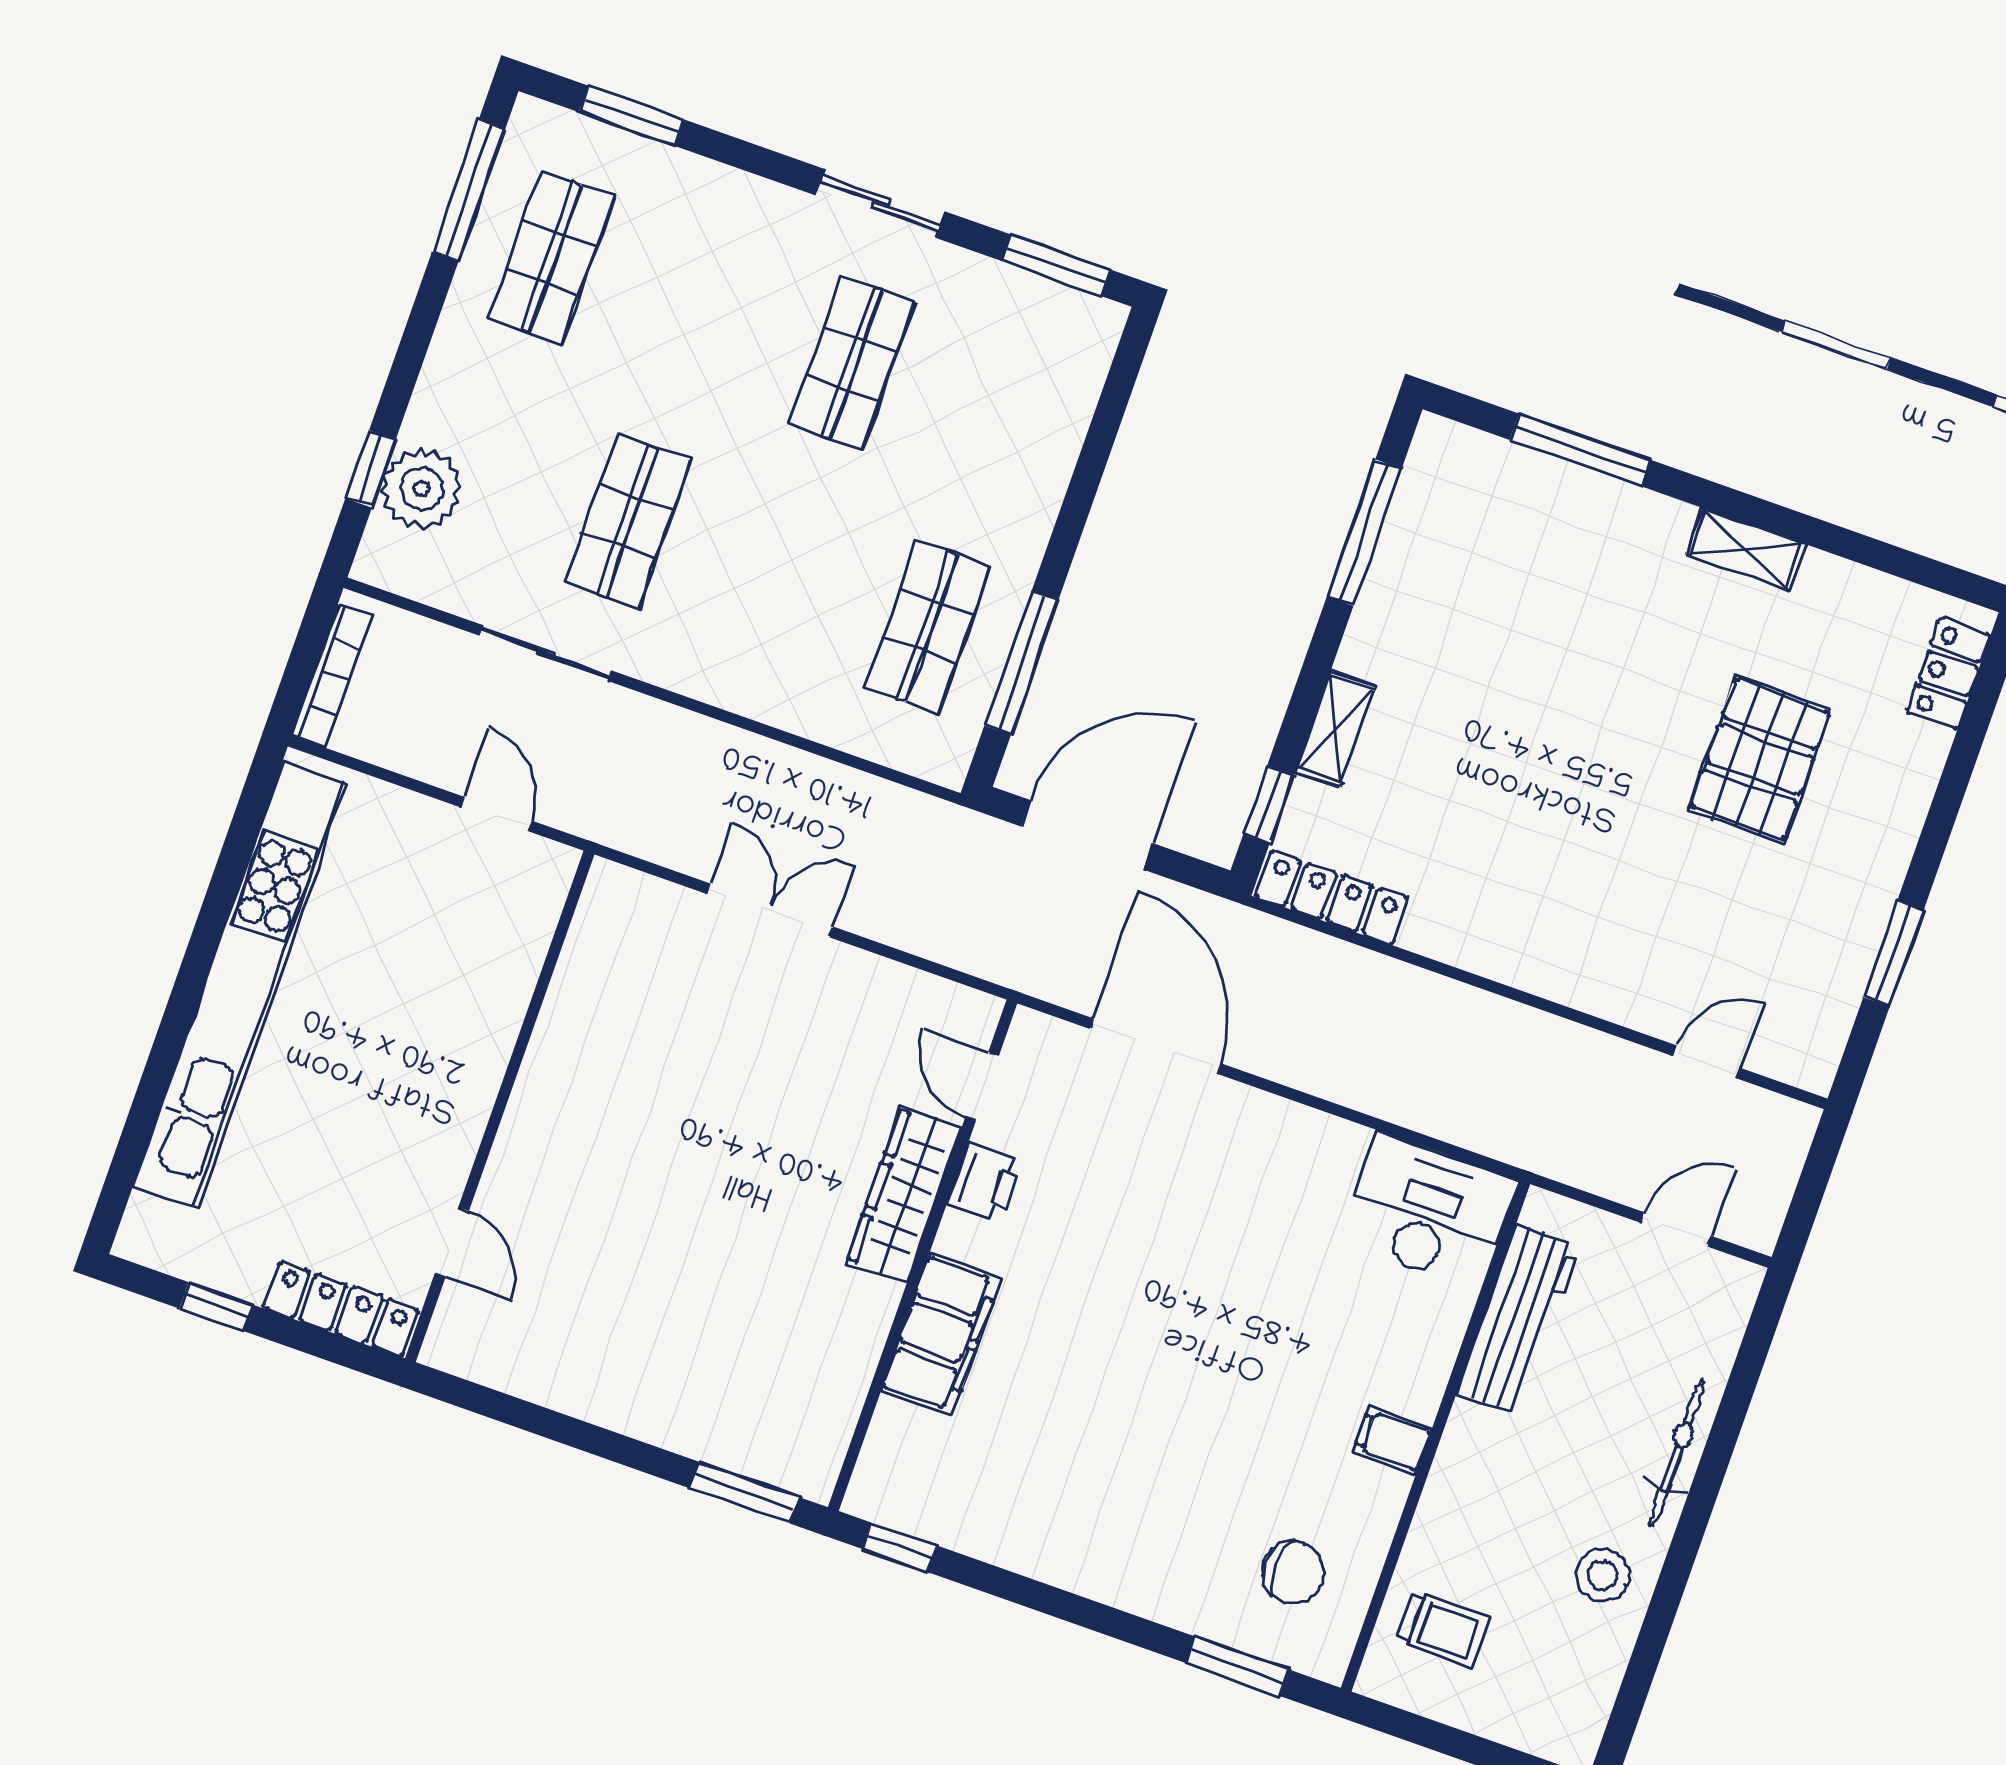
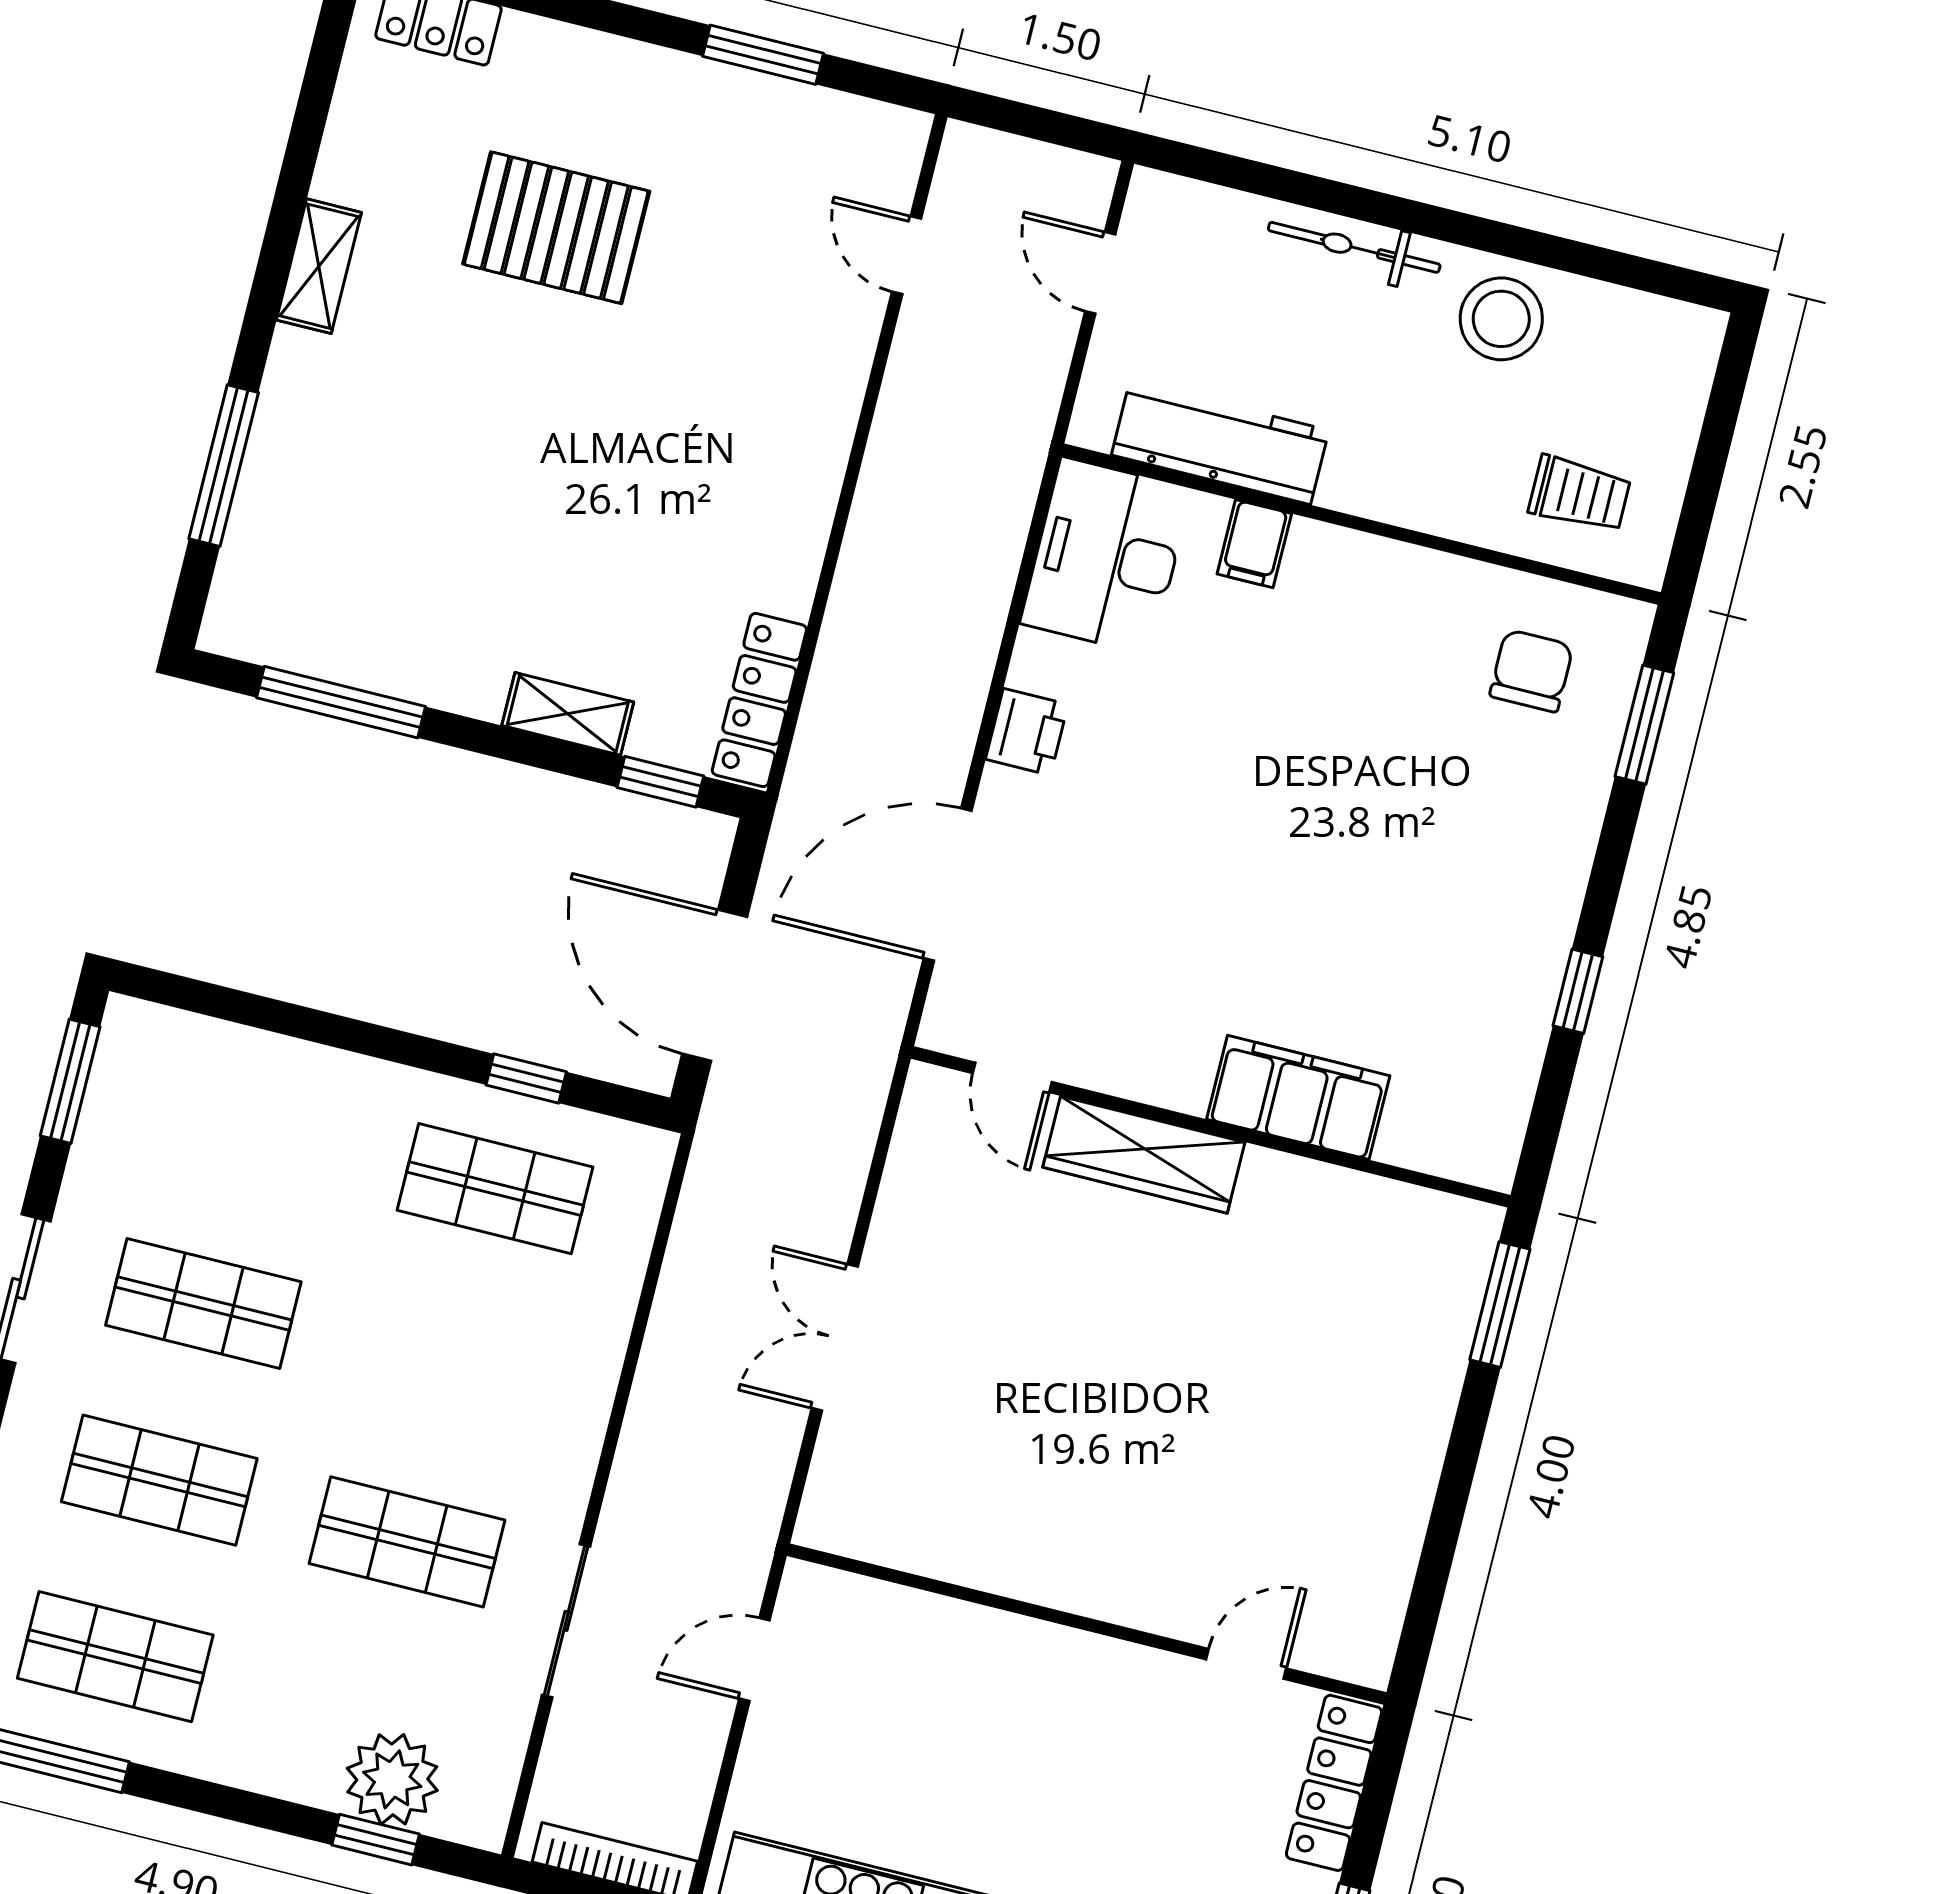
shop shelf: (702, 310) -> (159, 1480), added
window: (1021, 663) -> (526, 1078), width x0.46
door: (982, 1086) -> (1012, 1077), hinge flipped
printer: (985, 1183) -> (1027, 732), moved, turned 90
filing cabinet: (1392, 1440) -> (1254, 544), moved
window: (899, 1547) -> (1578, 991), moved
stool: (1603, 1575) -> (1501, 319), width x1.38, depth x1.38
trolley: (1444, 1629) -> (1580, 494), turned 90

